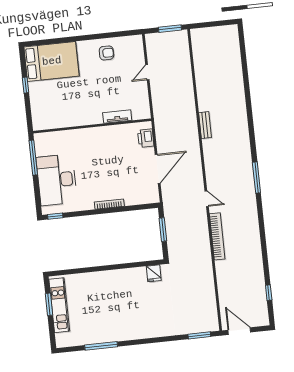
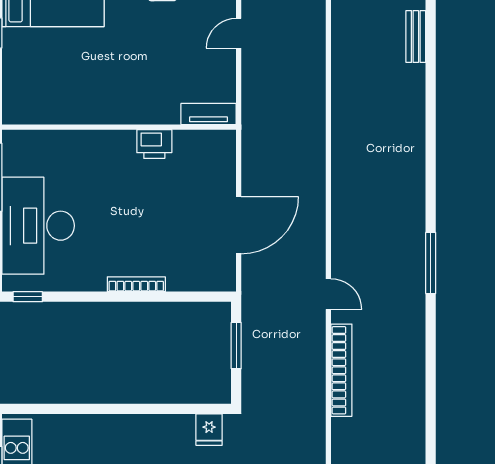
tv unit: (117, 117) -> (209, 114), moved
bench: (205, 125) -> (416, 36), moved
printer: (146, 138) -> (154, 144), moved, turned -90

